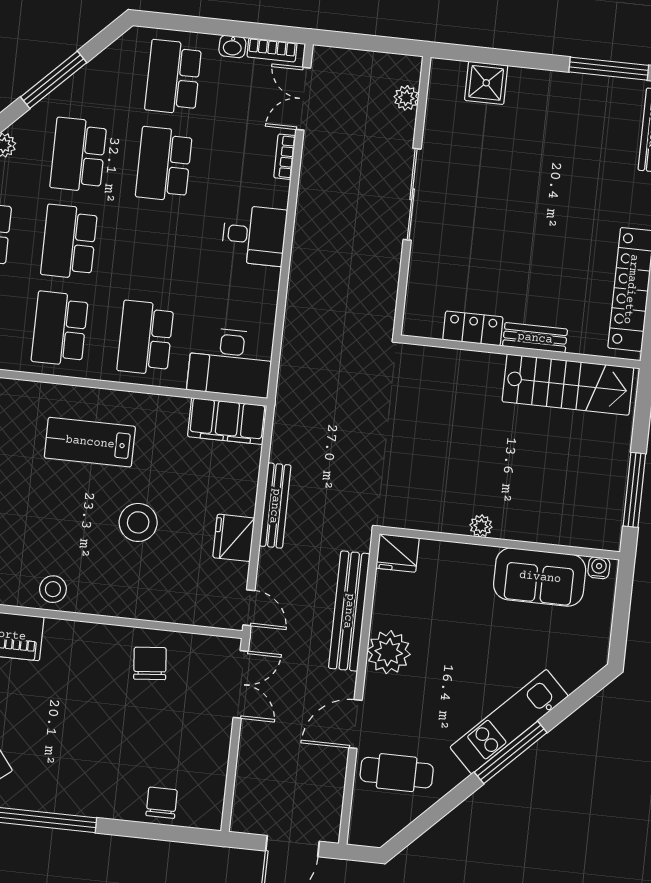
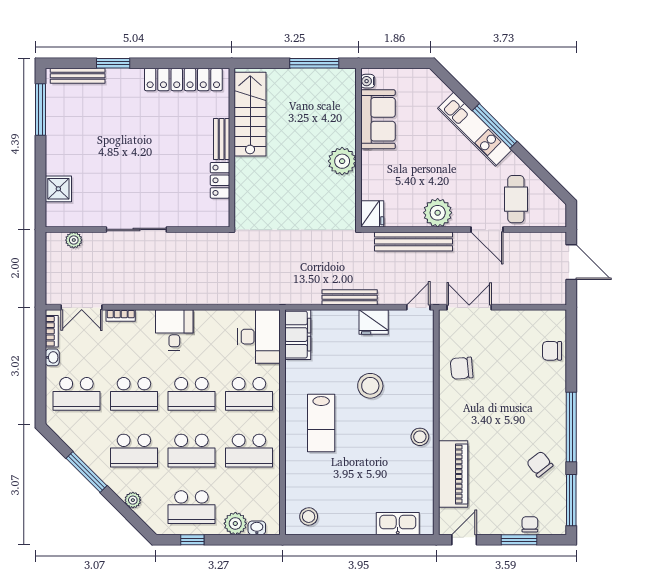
school desk: (155, 251) -> (191, 394), added
plant: (481, 526) -> (342, 161), width x1.87, depth x1.87

